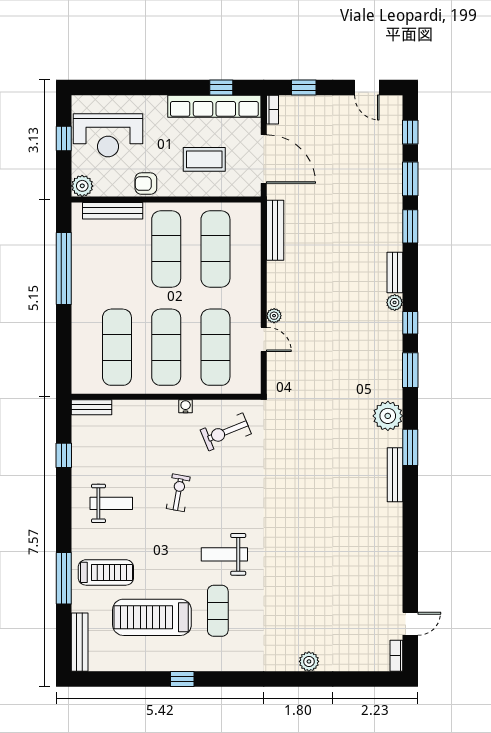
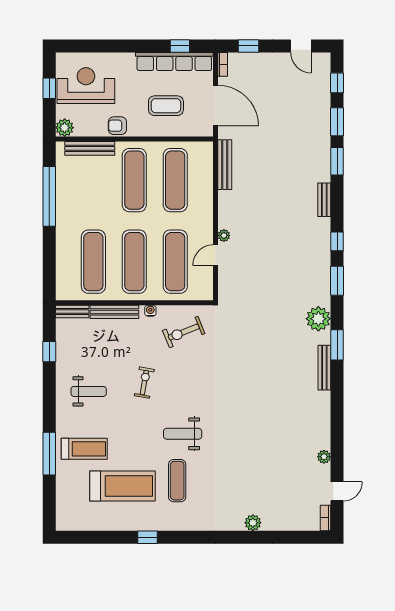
reception desk: (108, 135) -> (86, 86), turned 180
plant: (395, 302) -> (324, 457), moved
door: (264, 339) -> (215, 255), swing flipped
treadmill: (152, 617) -> (122, 486), turned 180
bench: (80, 642) -> (114, 312), moved, turned 90

